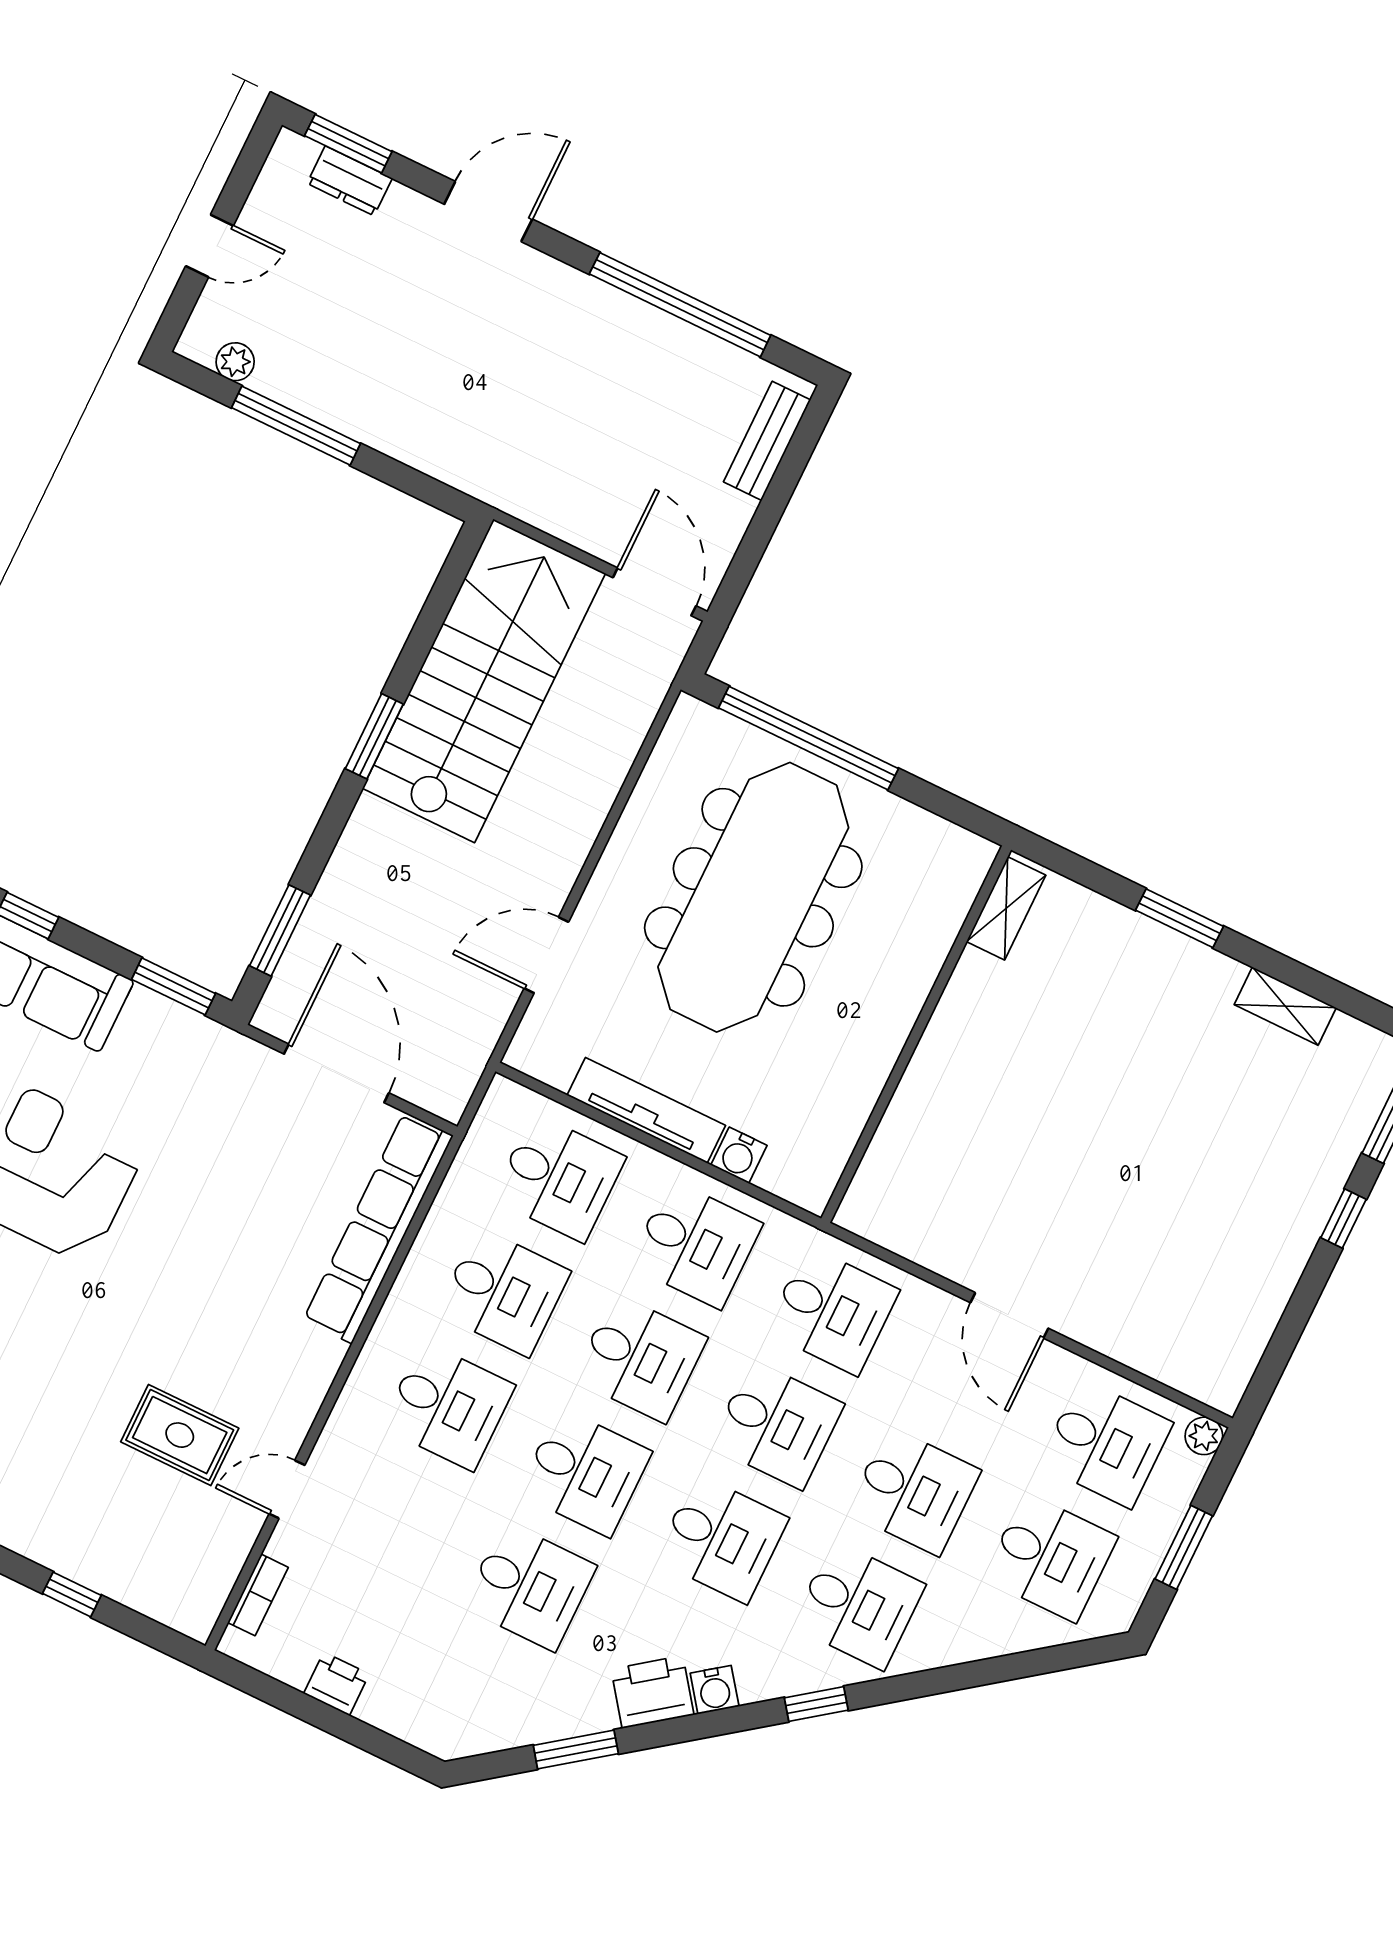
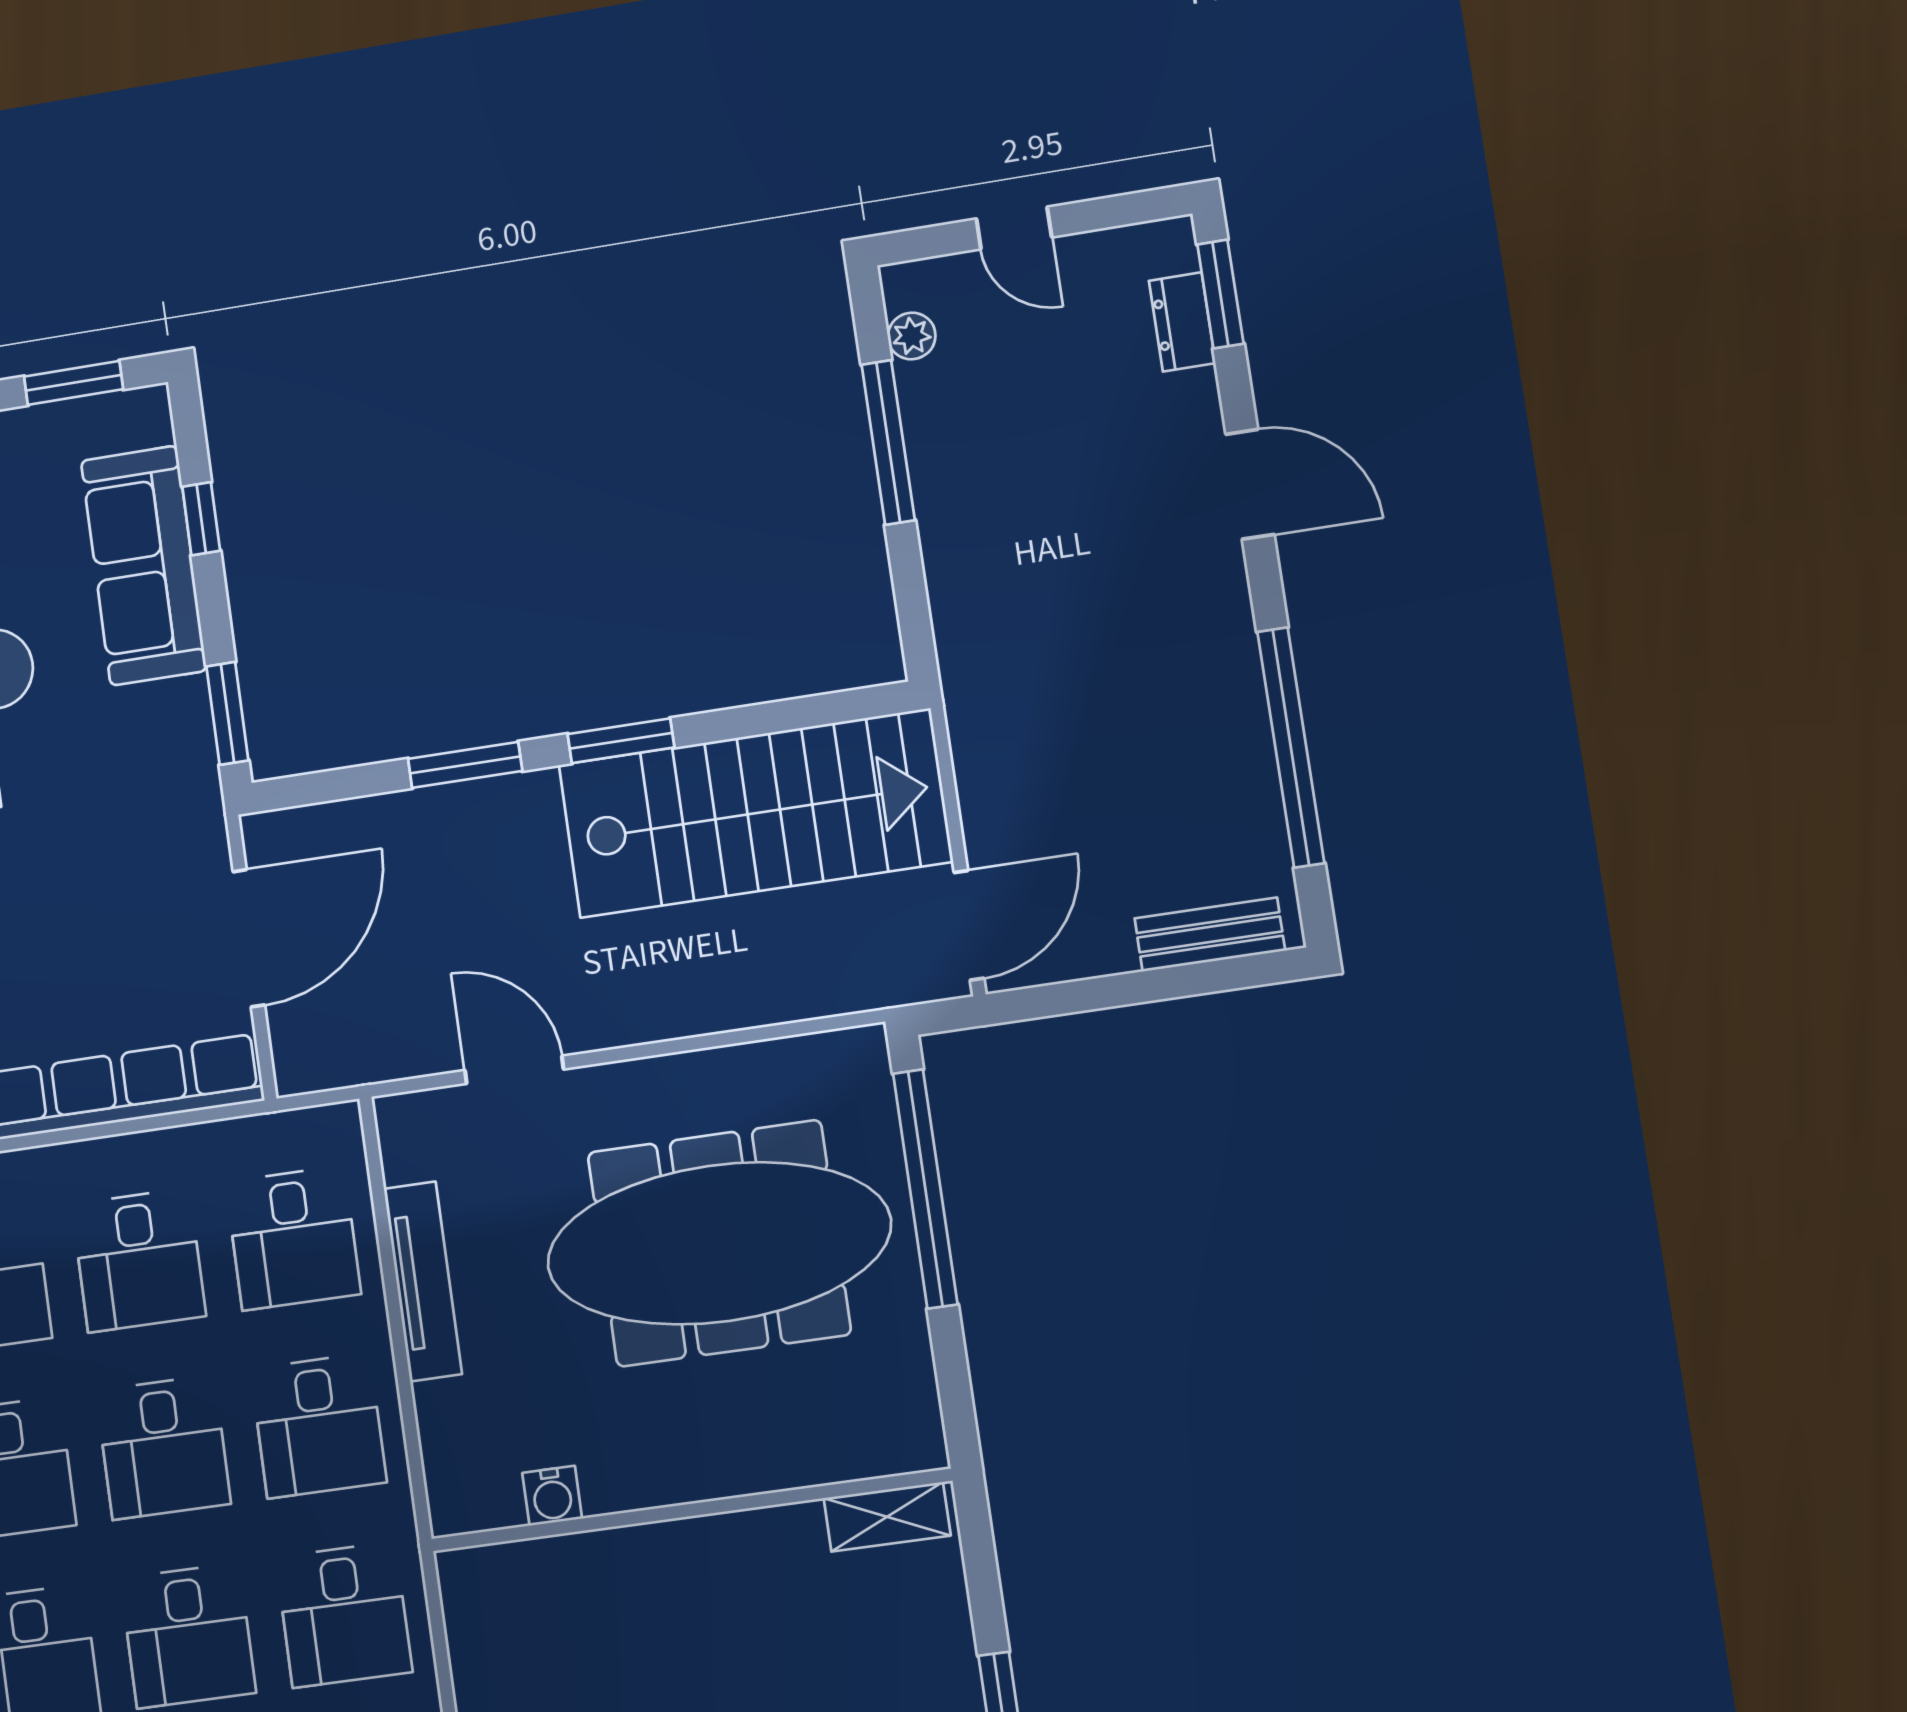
window: (280, 930) -> (465, 765), moved
water cooler: (739, 1155) -> (552, 1496), moved, turned -90

